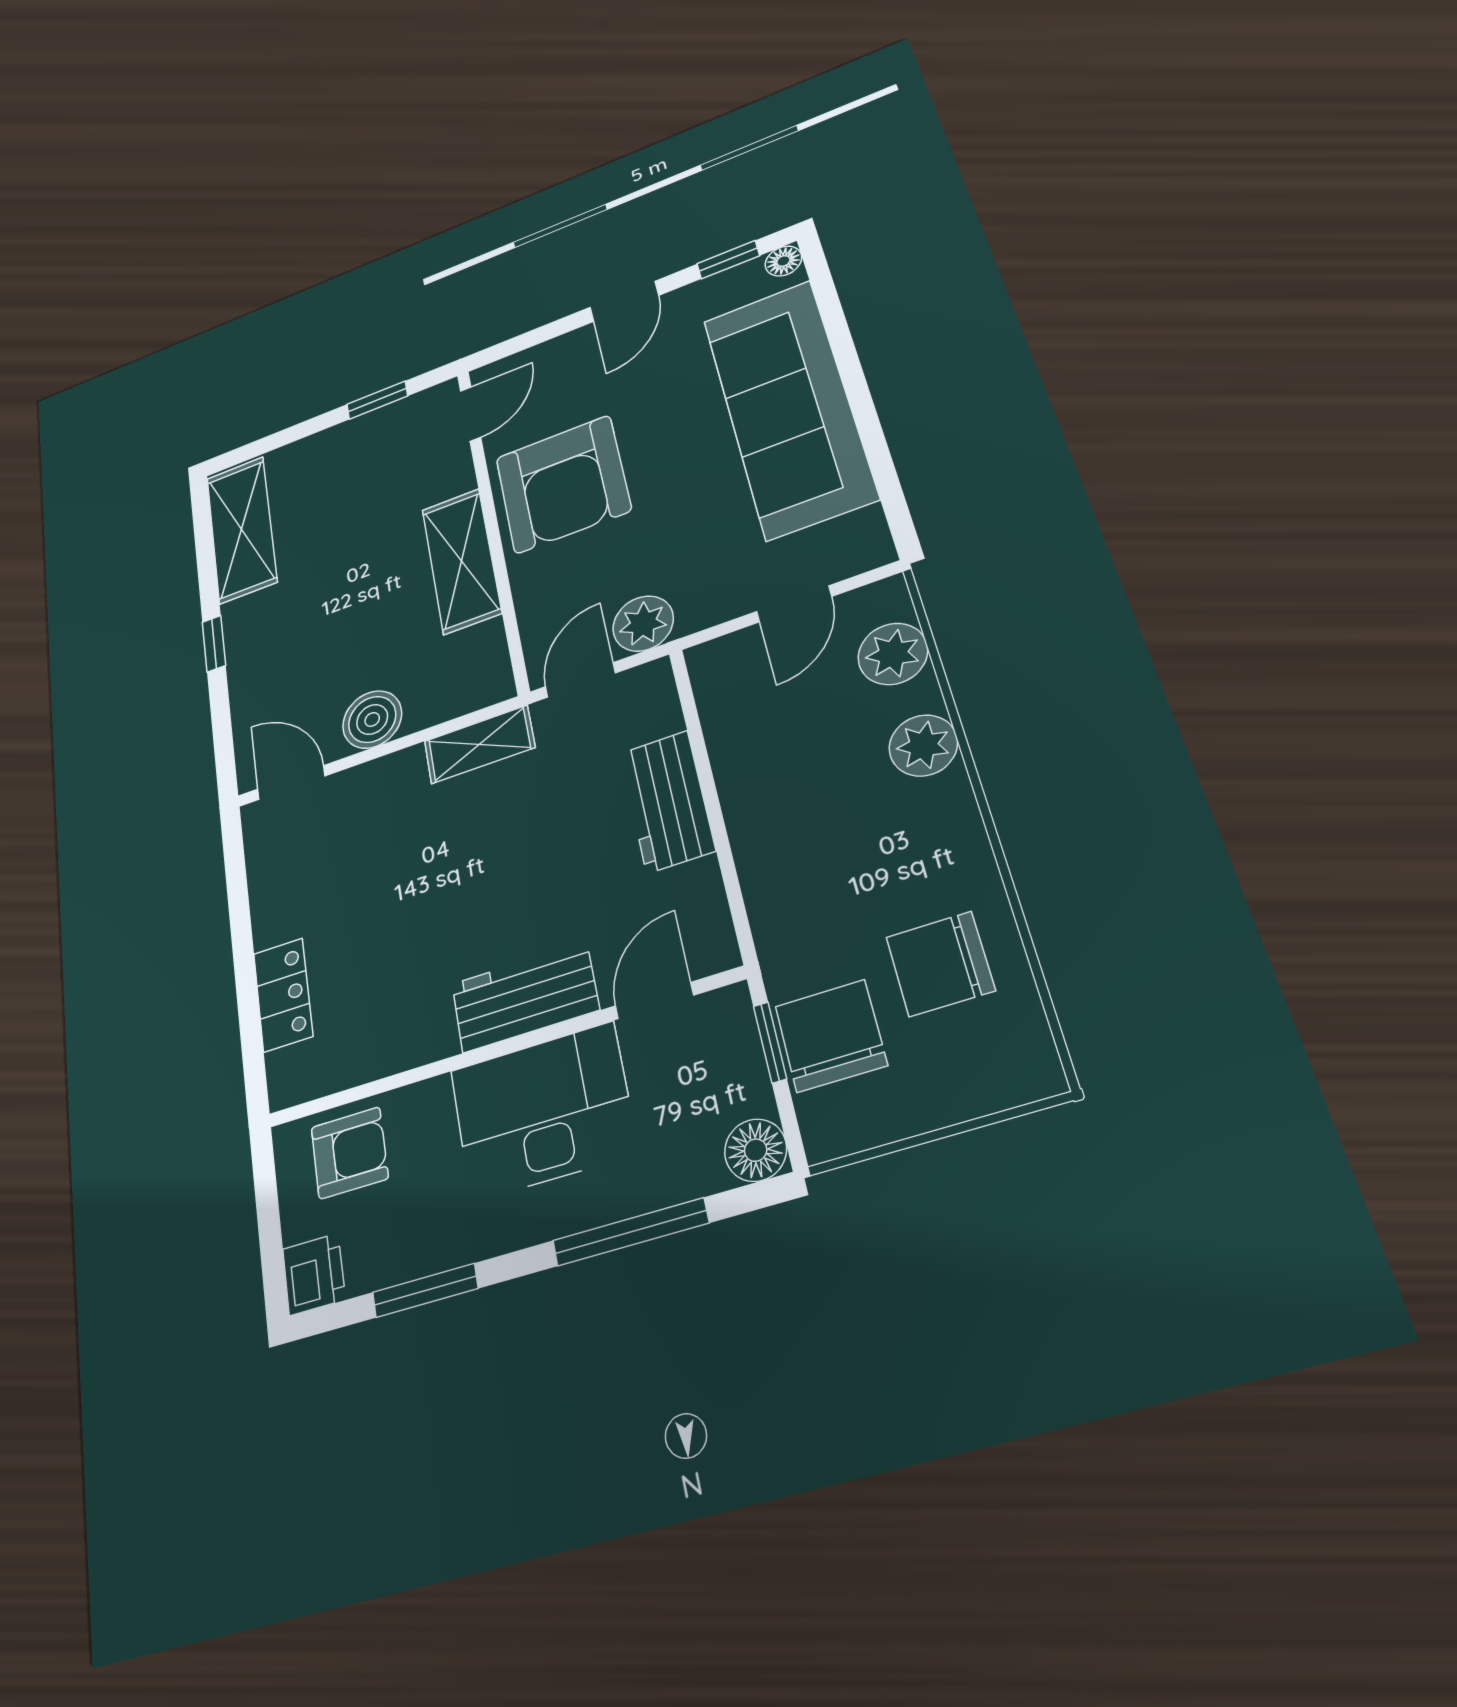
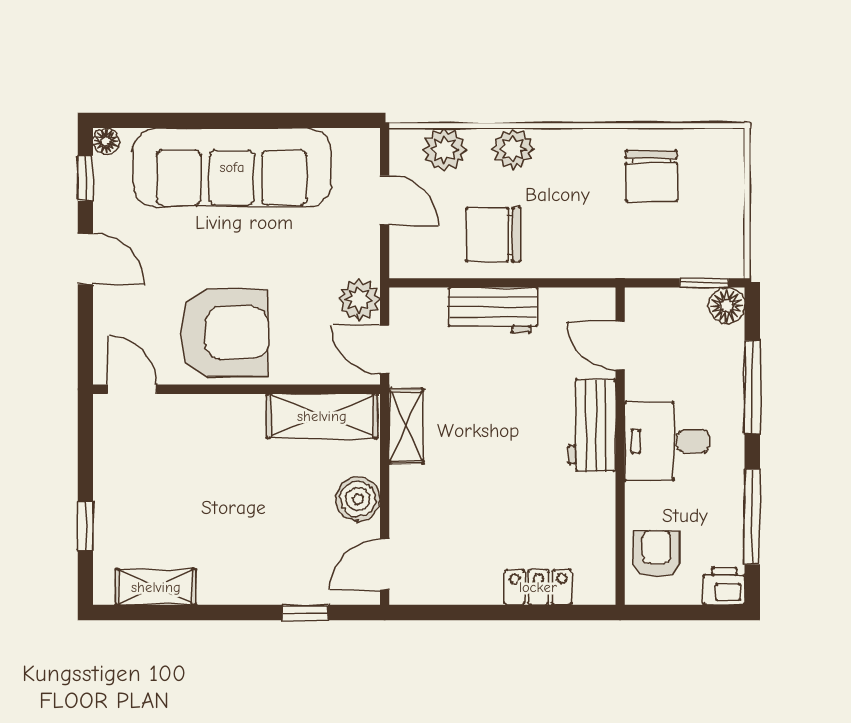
window: (377, 400) -> (85, 526), moved
shelving: (241, 529) -> (156, 587), width x0.67, depth x0.75
shelving: (461, 561) -> (322, 416), moved
window: (214, 644) -> (305, 613), moved
chair: (831, 1036) -> (494, 235), moved
window: (770, 1042) -> (704, 283), moved
desk: (543, 1111) -> (667, 441), width x0.73
window: (425, 1290) -> (752, 517), width x1.44

